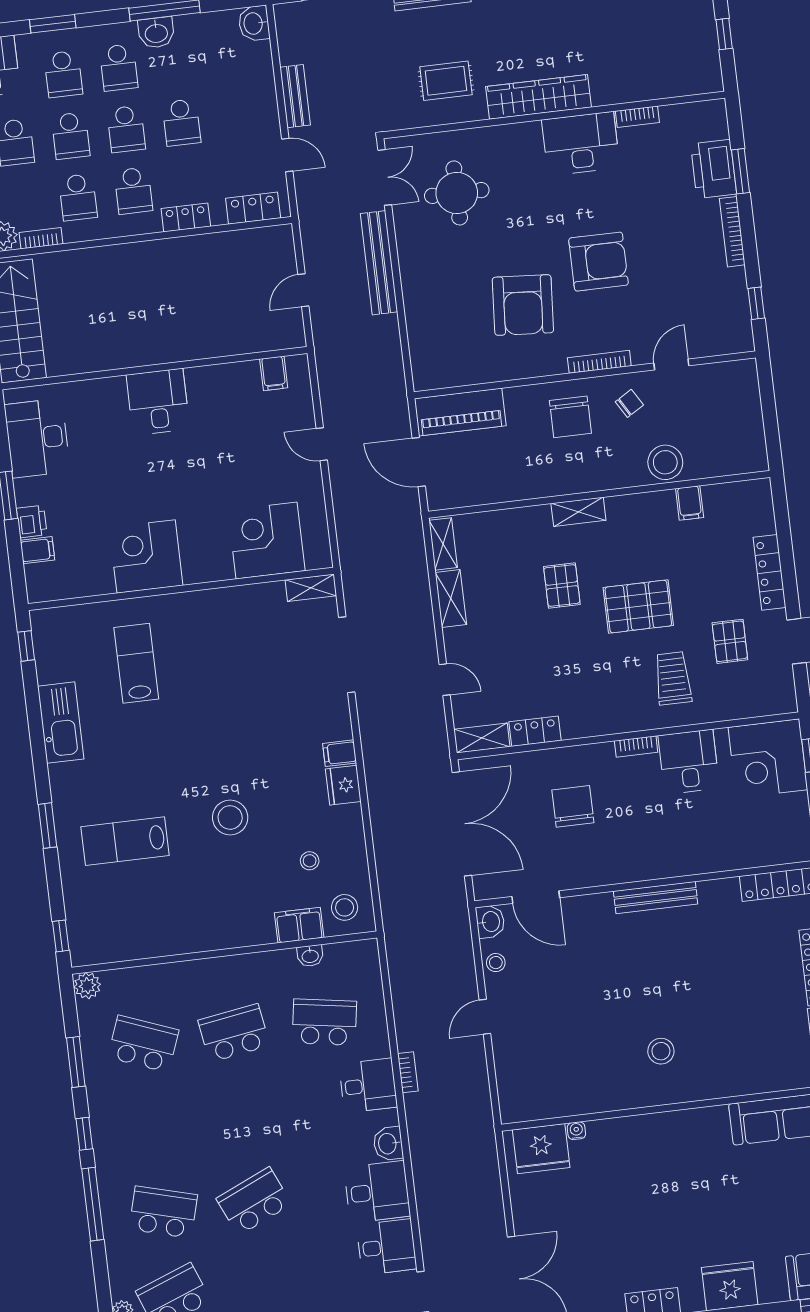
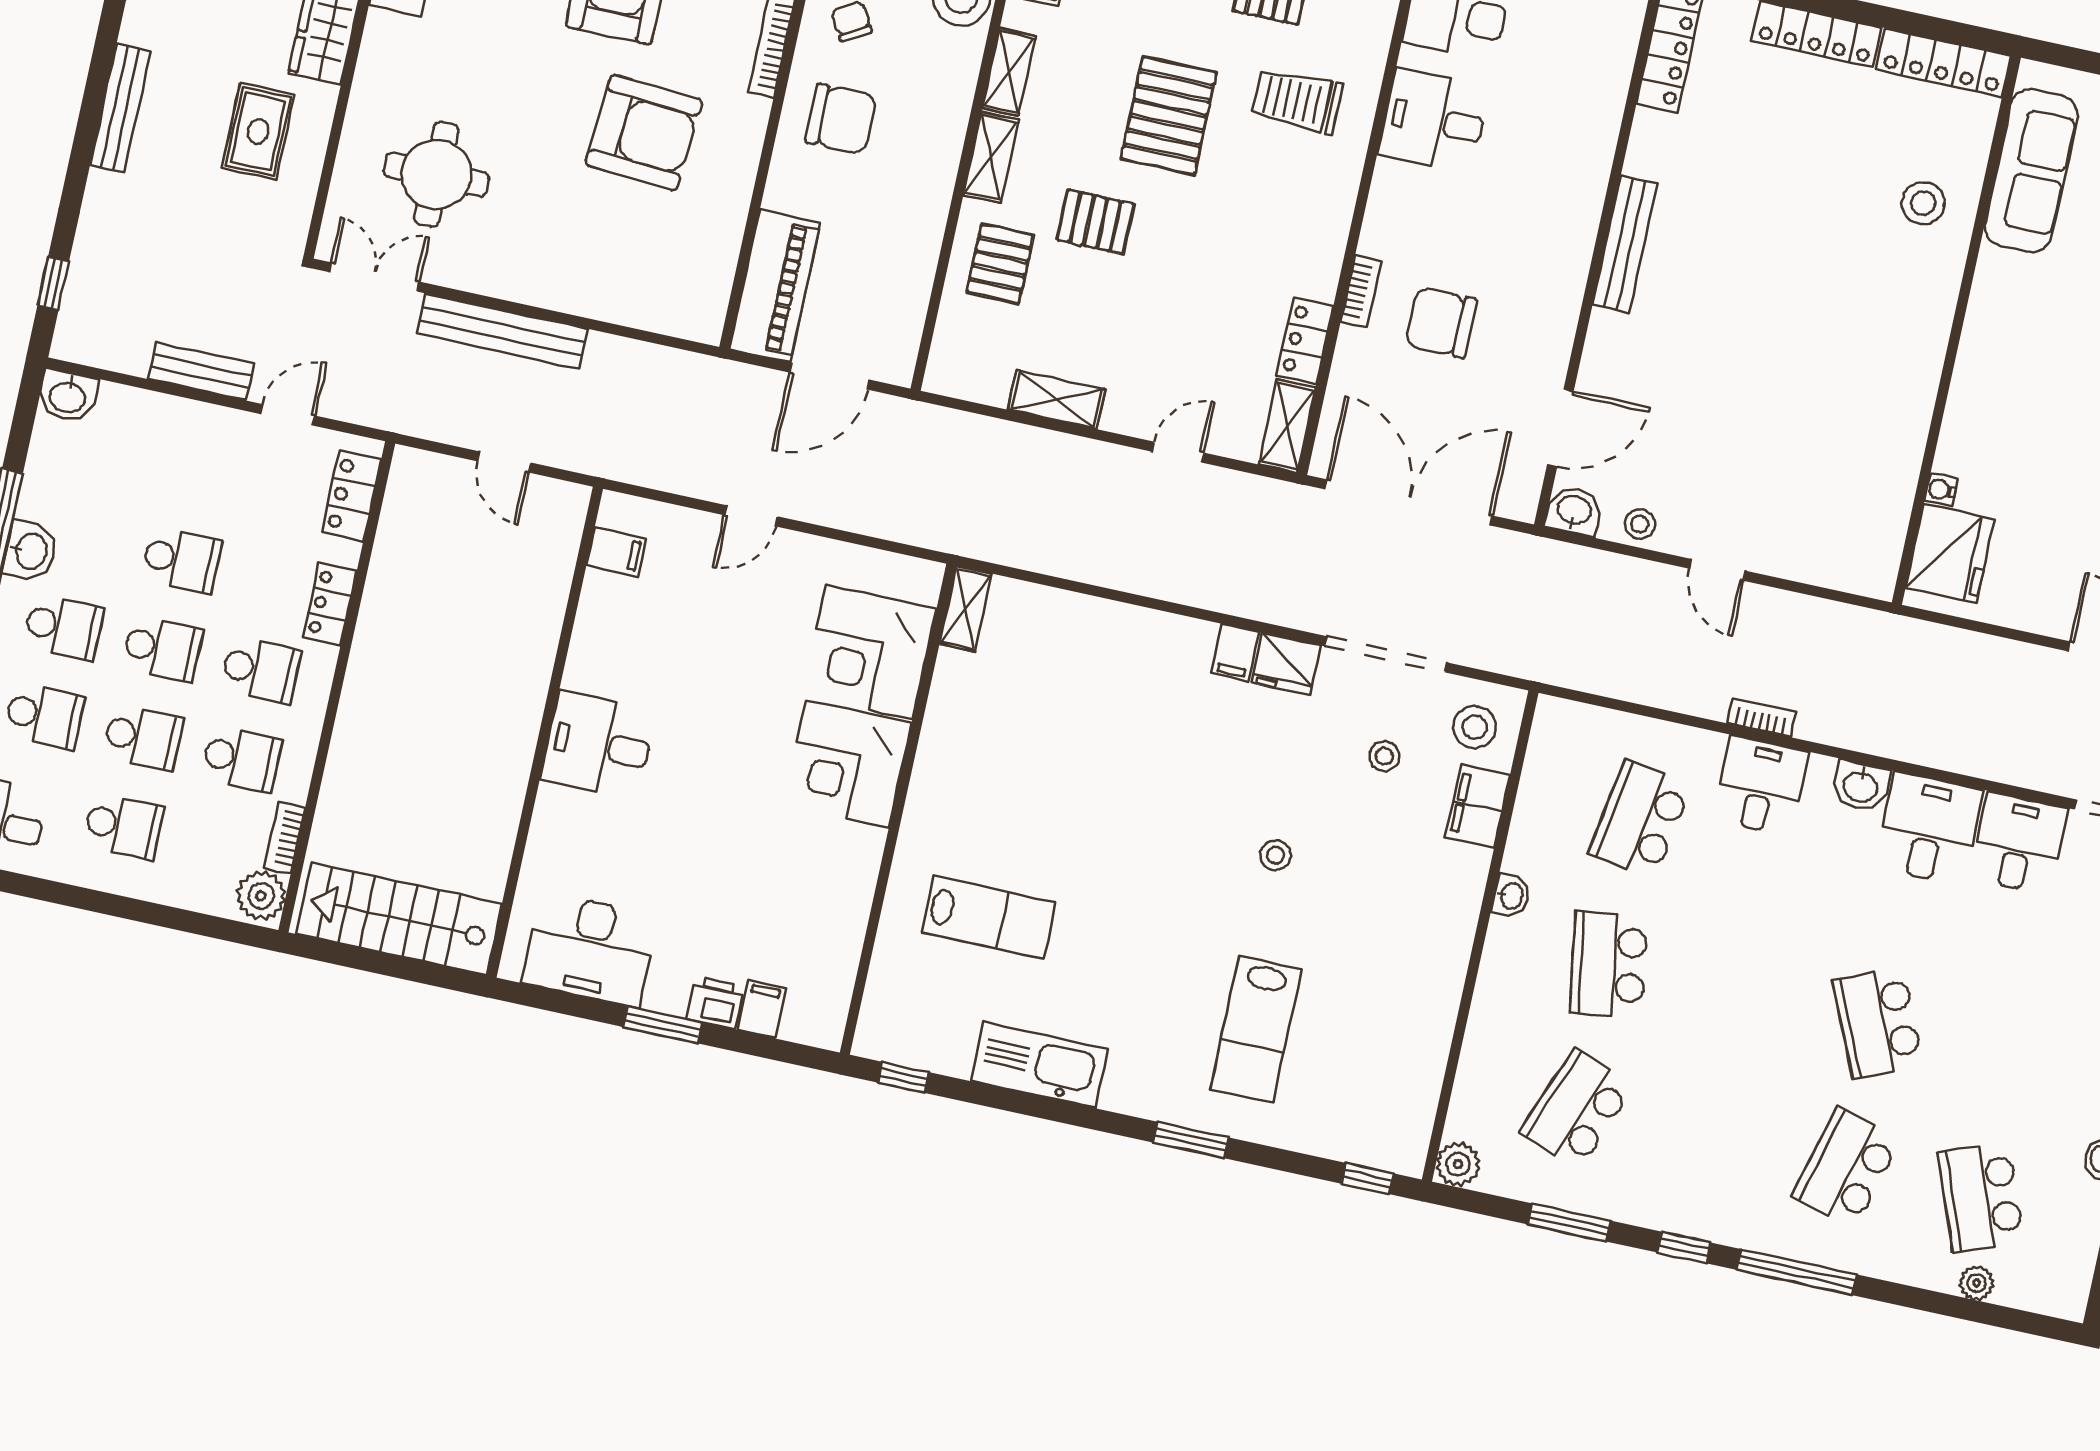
pallet: (518, 538) -> (1000, 264), added
shelving: (443, 544) -> (1009, 72), moved, turned 90
corner desk: (146, 556) -> (847, 764), moved
doorway: (347, 655) -> (1386, 654), moved
lab bench: (136, 663) -> (988, 917), turned 180
bookcase: (636, 746) -> (1361, 291), moved
stool: (230, 818) -> (1276, 855), width x0.53, depth x0.53
washbasin: (310, 956) -> (1511, 896), moved
stool: (661, 1051) -> (1923, 203), moved

